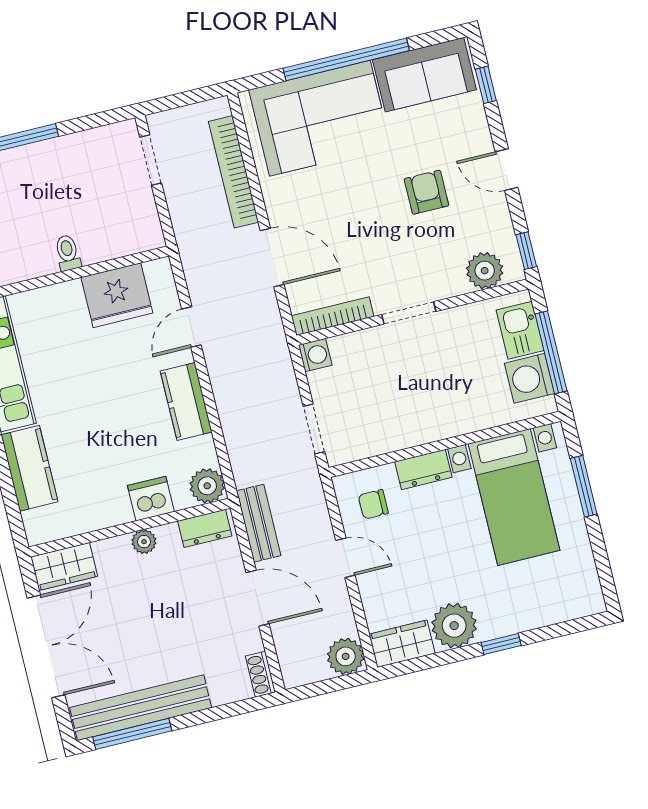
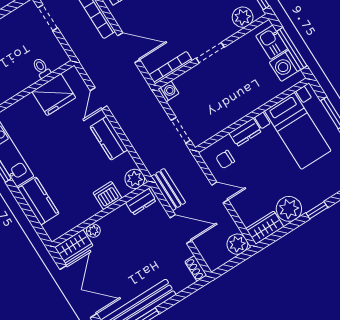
toilet: (68, 253) -> (41, 68), moved
plant: (144, 542) -> (93, 231), moved

